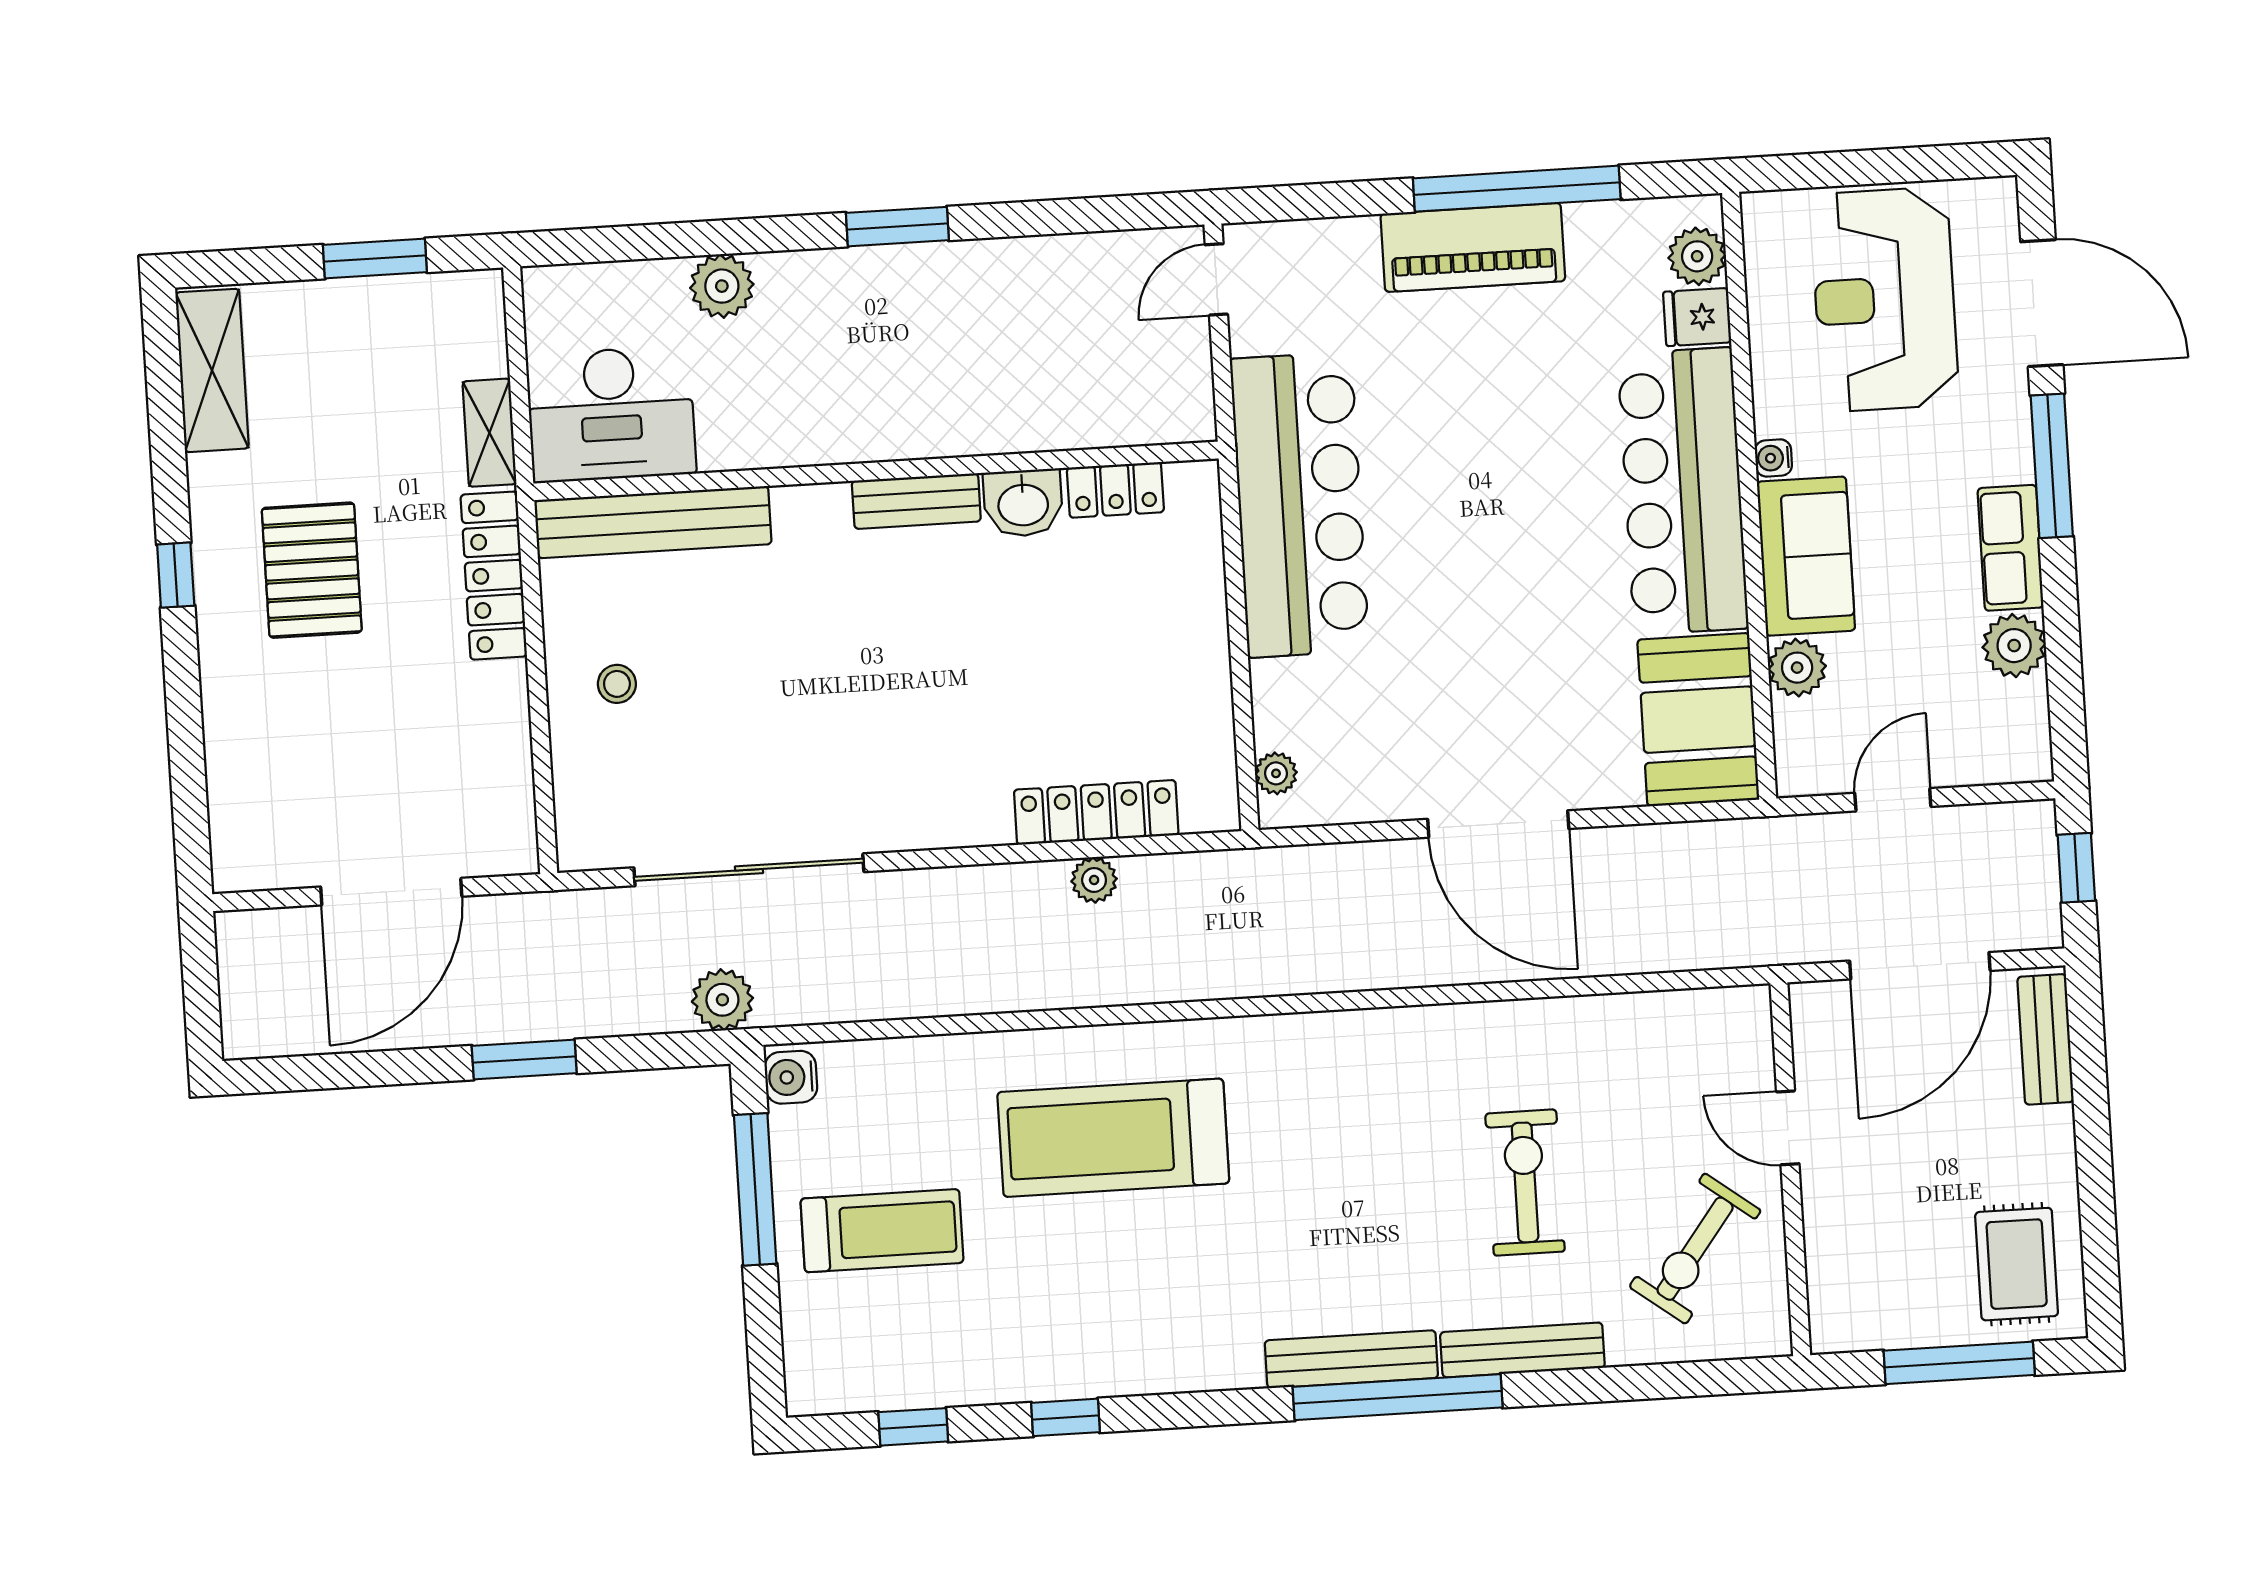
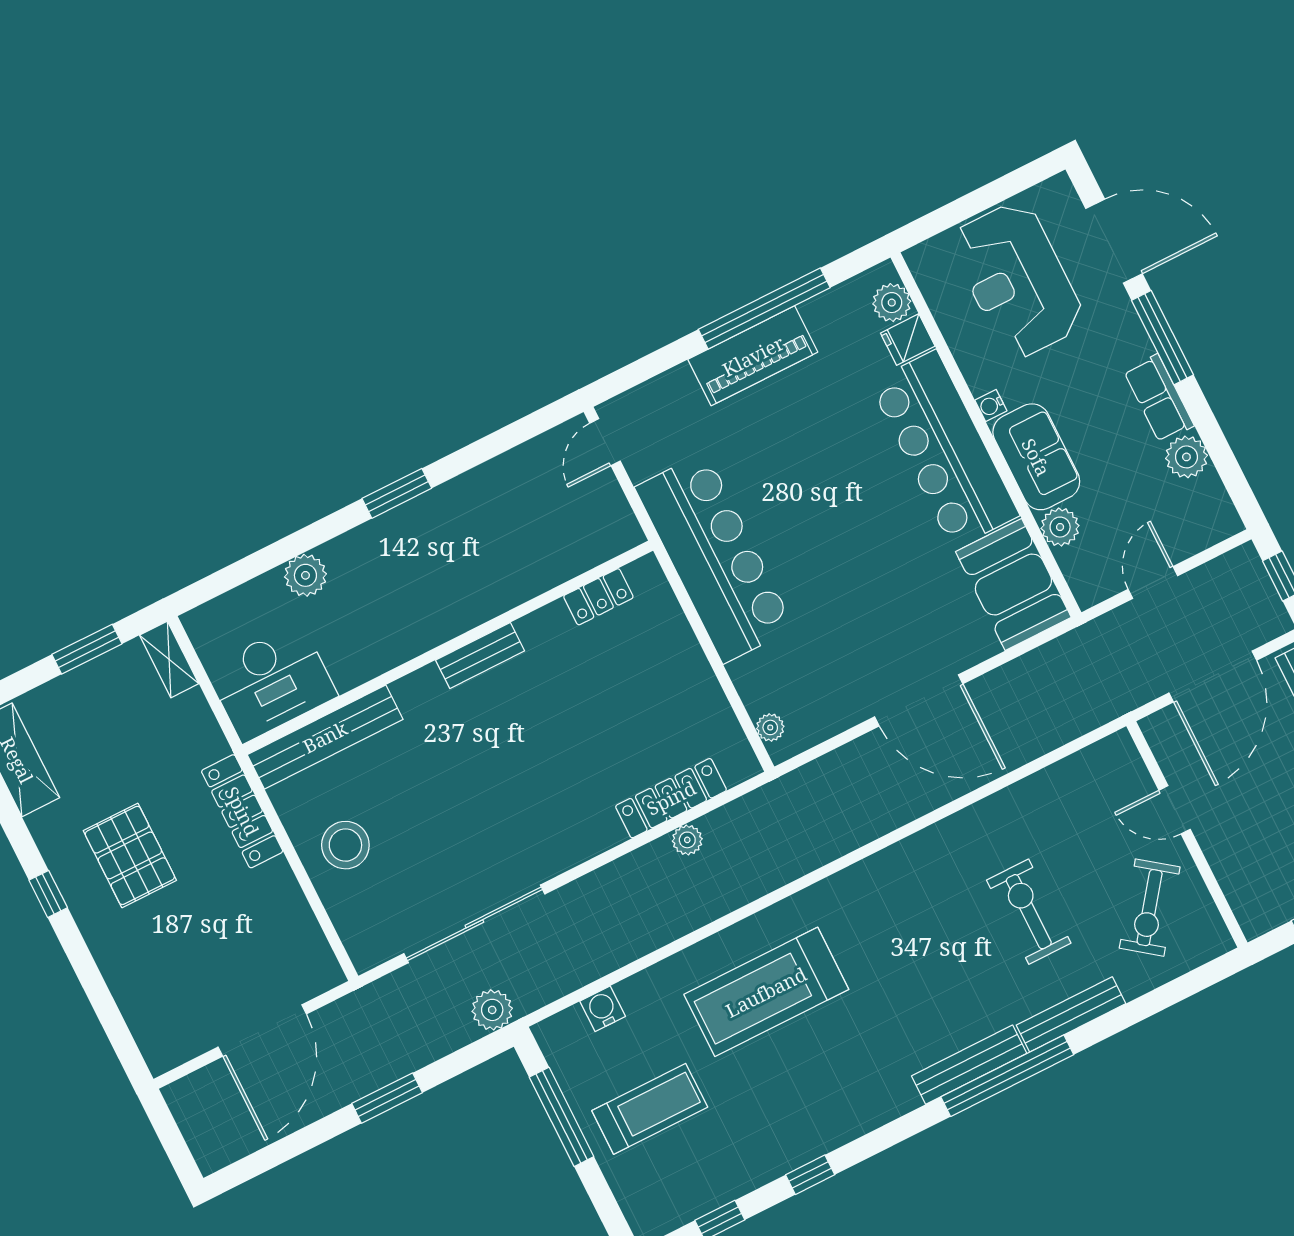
shelving: (489, 433) -> (169, 659), moved
washbasin: (1023, 503) -> (546, 629), removed
stool: (617, 684) -> (345, 845), width x1.89, depth x1.89
water cooler: (791, 1077) -> (603, 1009), moved, turned 90

